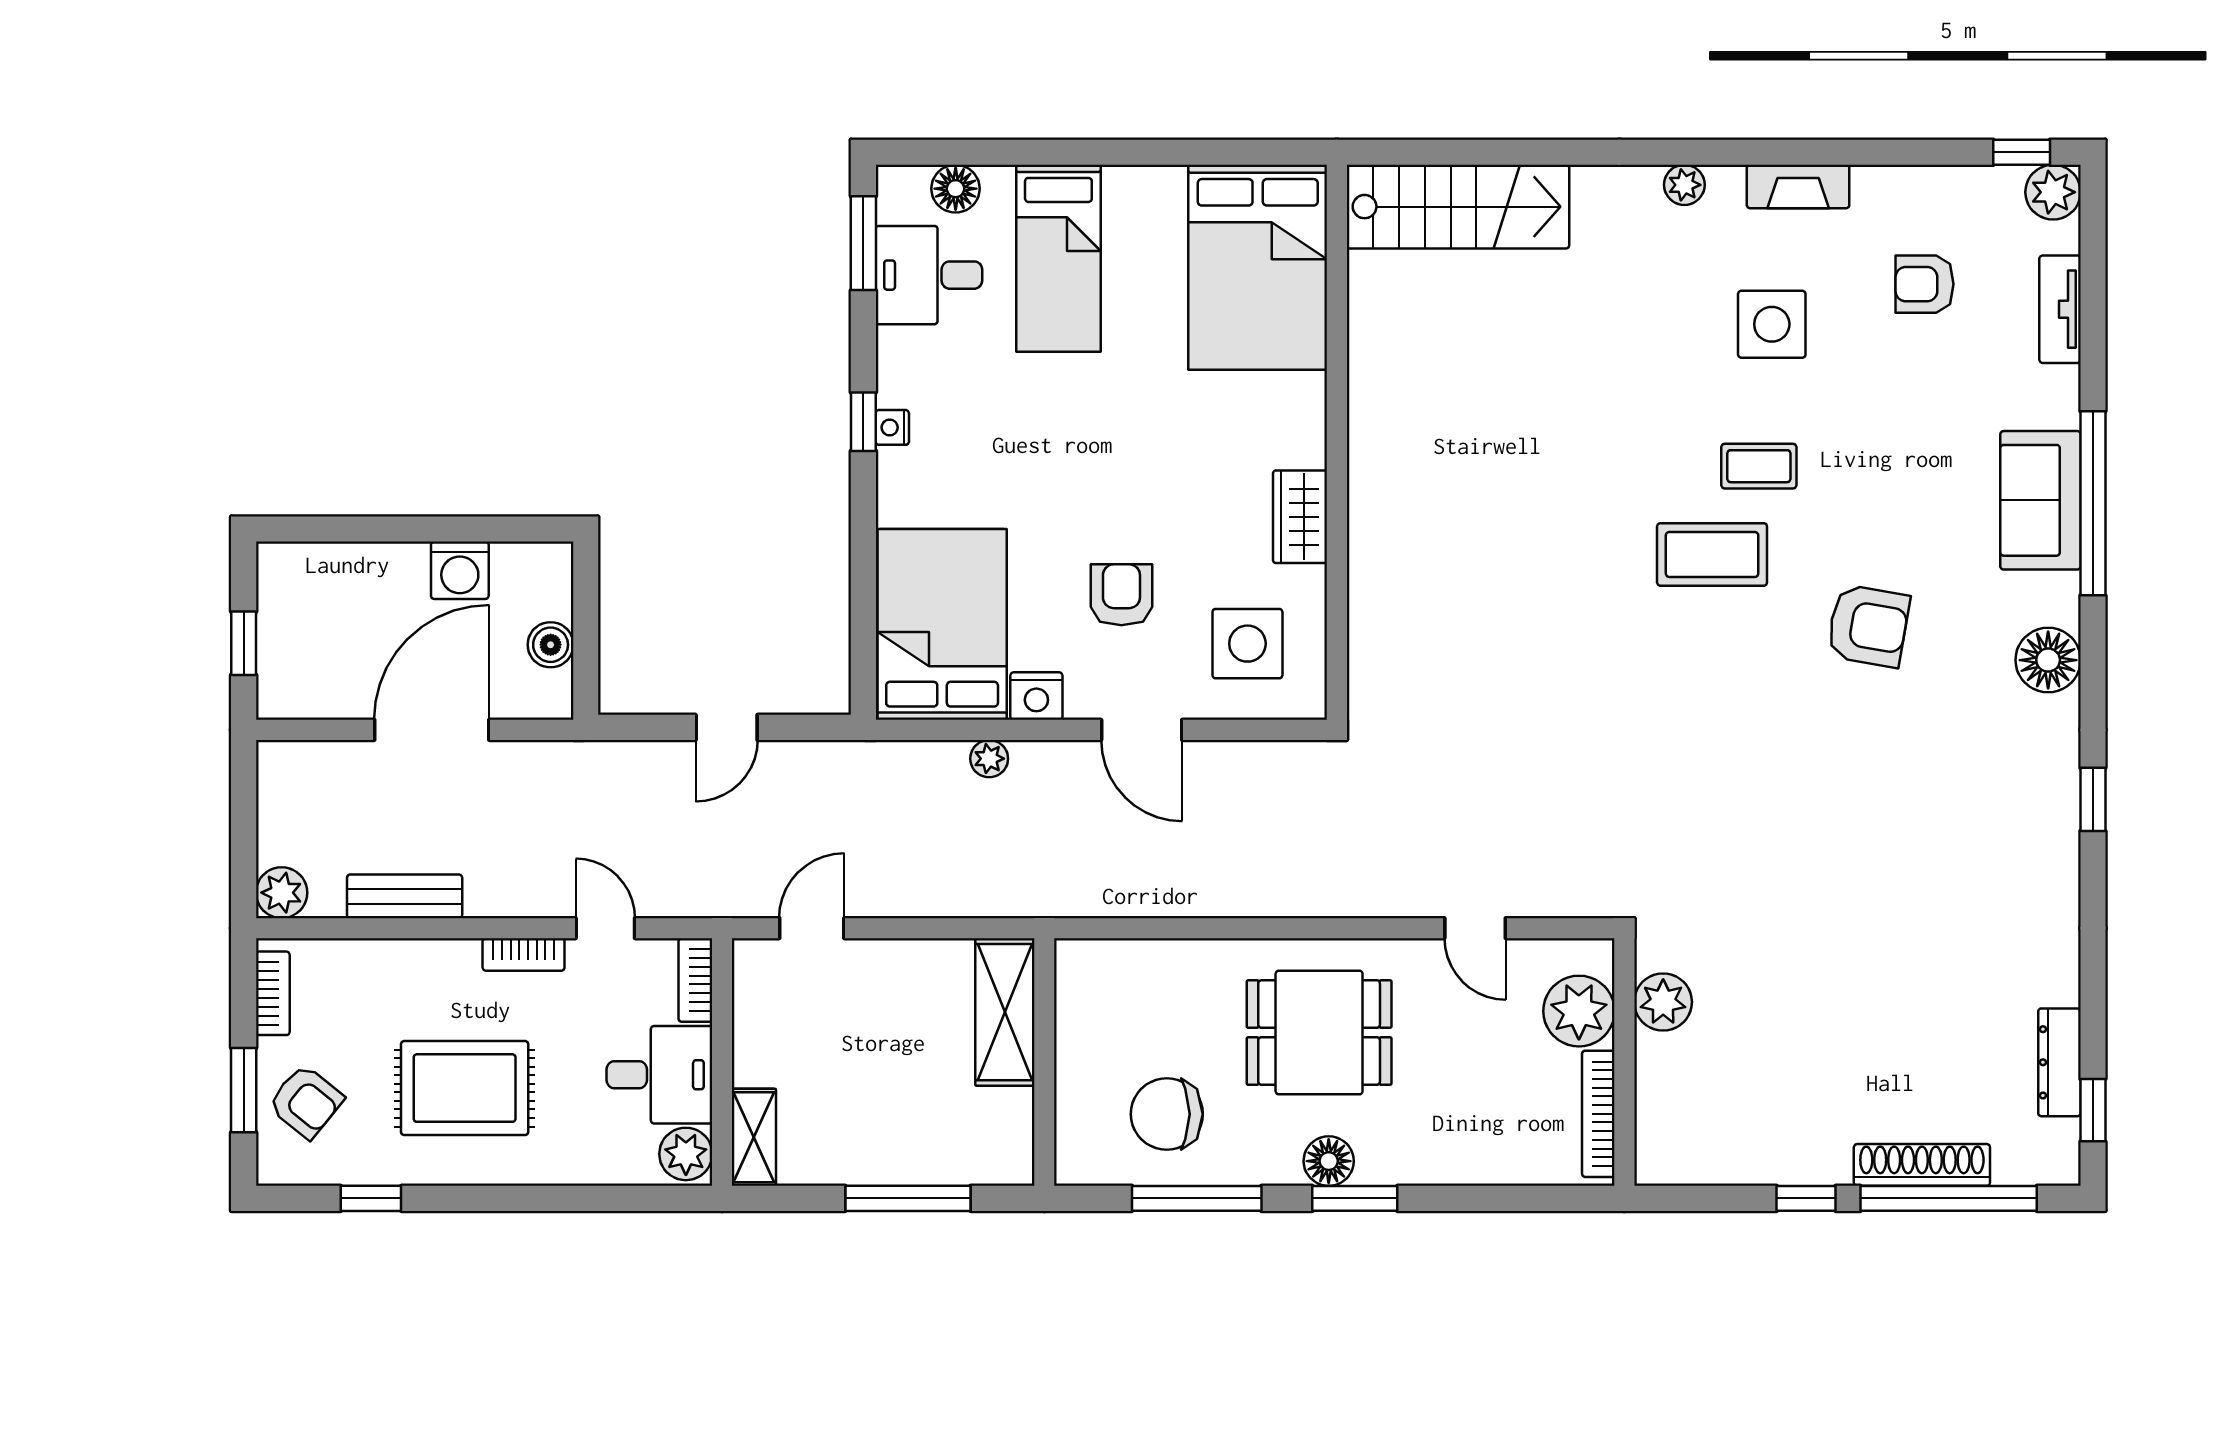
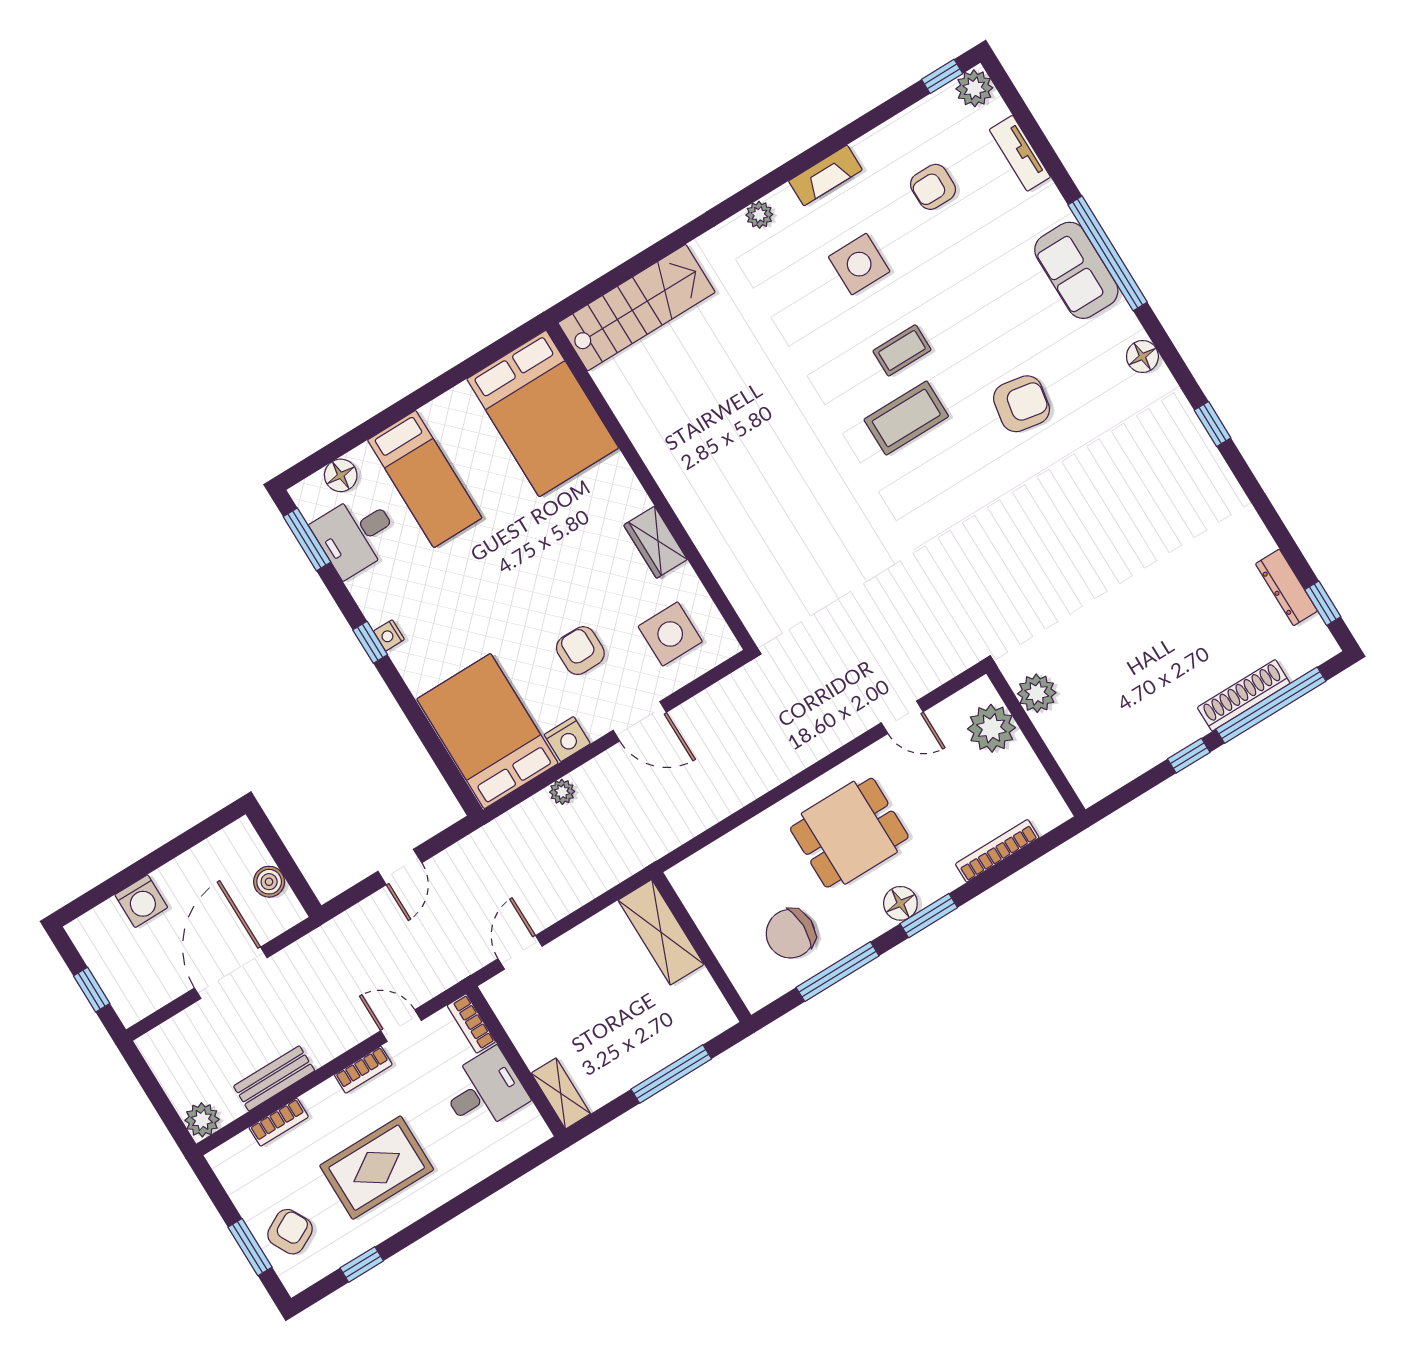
washing machine: (460, 570) -> (141, 901), moved
floor lamp: (2048, 660) -> (1142, 357), width x0.73, depth x0.73
bookcase: (273, 993) -> (279, 1122), moved, turned 90
armchair: (306, 1102) -> (290, 1232), turned -67
bookcase: (1598, 1114) -> (997, 851), moved, turned 90
plant: (686, 1154) -> (527, 1127), removed

